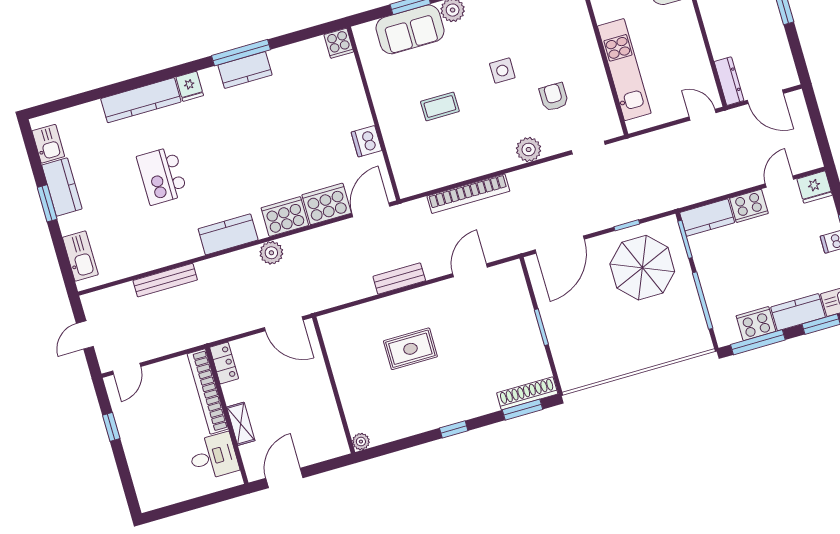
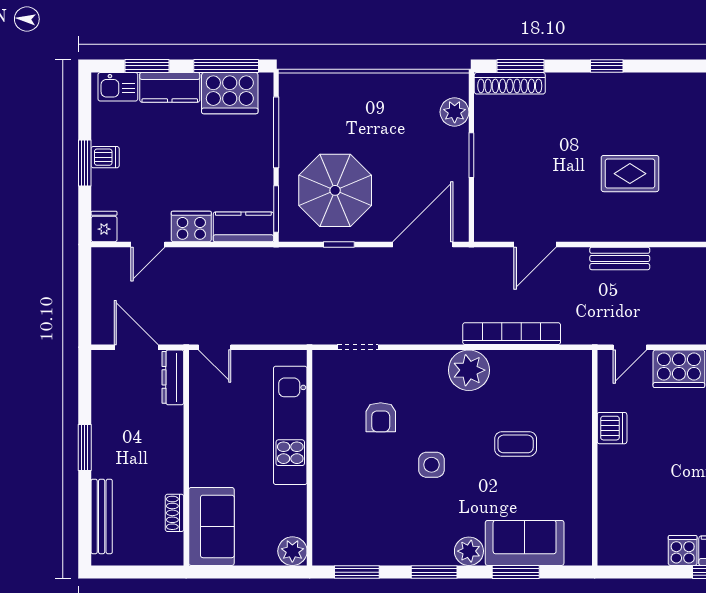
cooker: (339, 43) -> (683, 551), moved
plant: (529, 149) -> (469, 370), moved, width x1.36, depth x1.36
fridge: (815, 187) -> (104, 227), width x0.72
door: (371, 210) -> (630, 347), width x0.73
cooker: (756, 324) -> (230, 93), width x1.37, depth x1.31
plant: (565, 358) -> (455, 112), added

